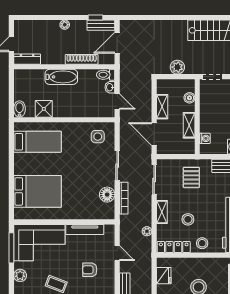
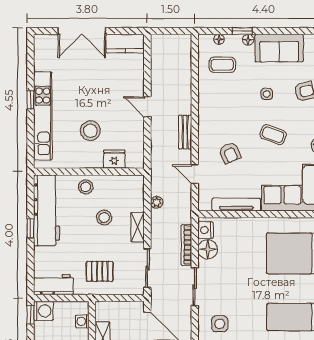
pallet: (191, 177) -> (100, 271), turned 90
nightstand: (109, 210) -> (206, 230), added
locker: (174, 247) -> (122, 182), removed
armchair: (90, 270) -> (230, 153), turned 67
fridge: (164, 276) -> (114, 159), moved, turned 90

